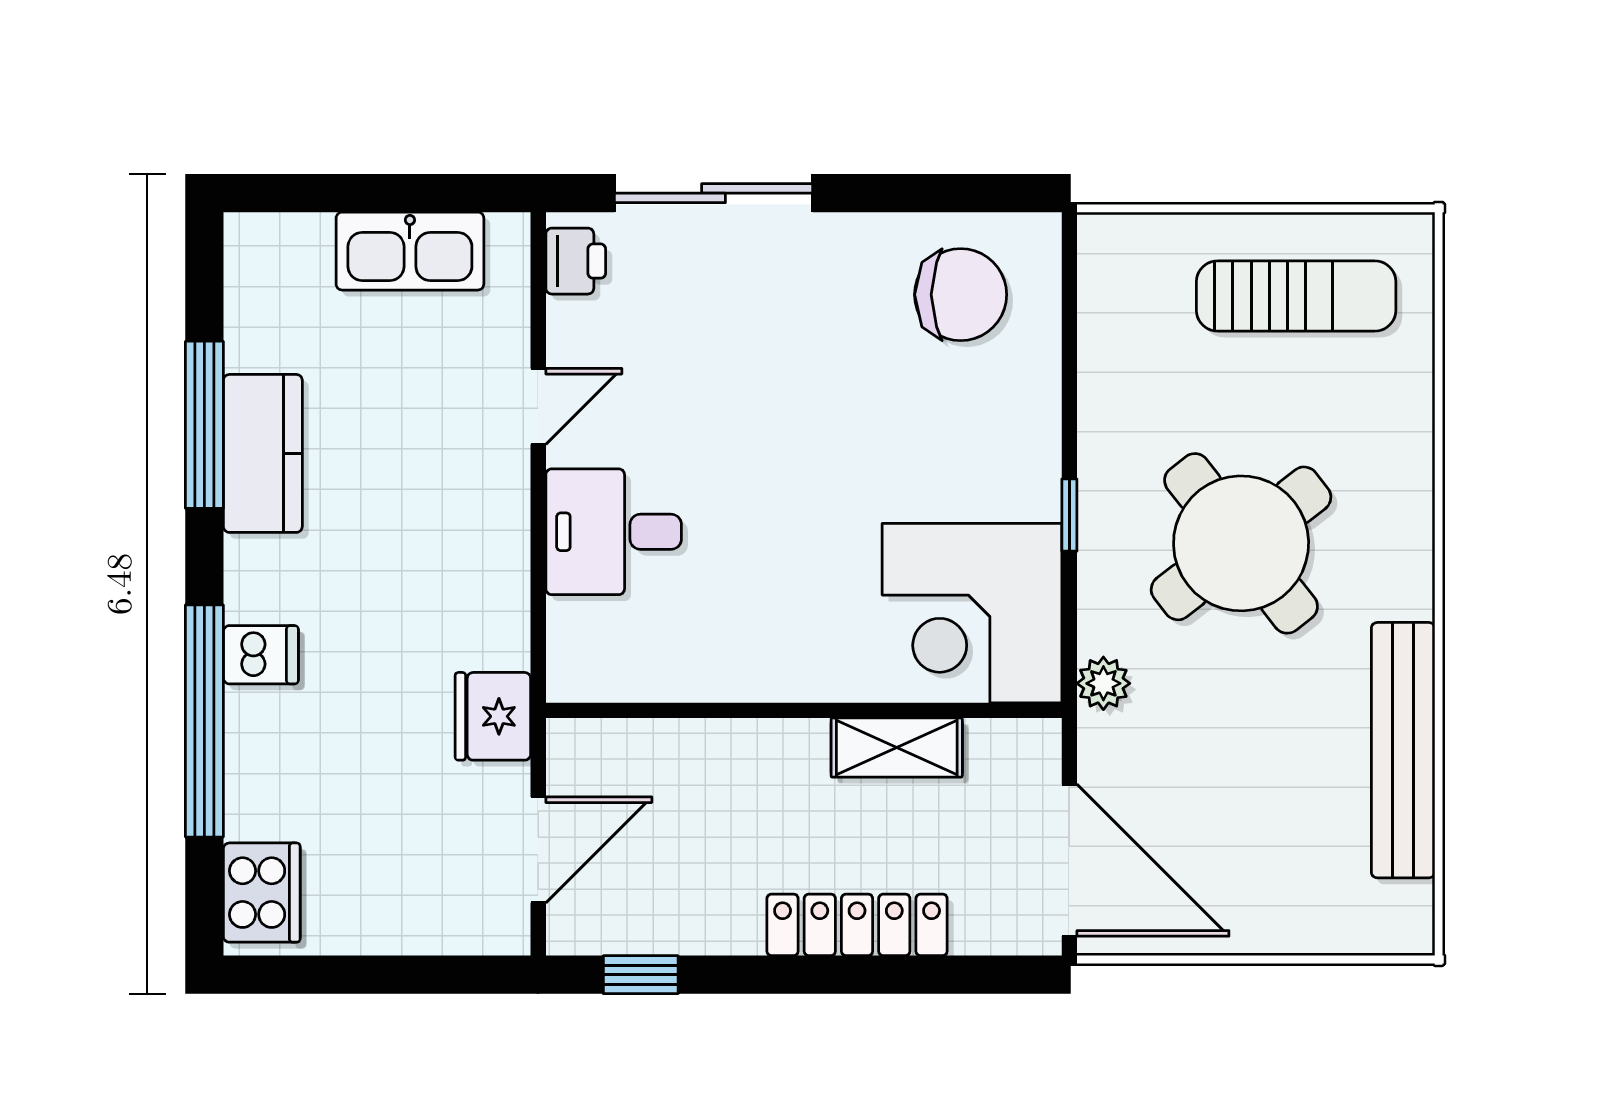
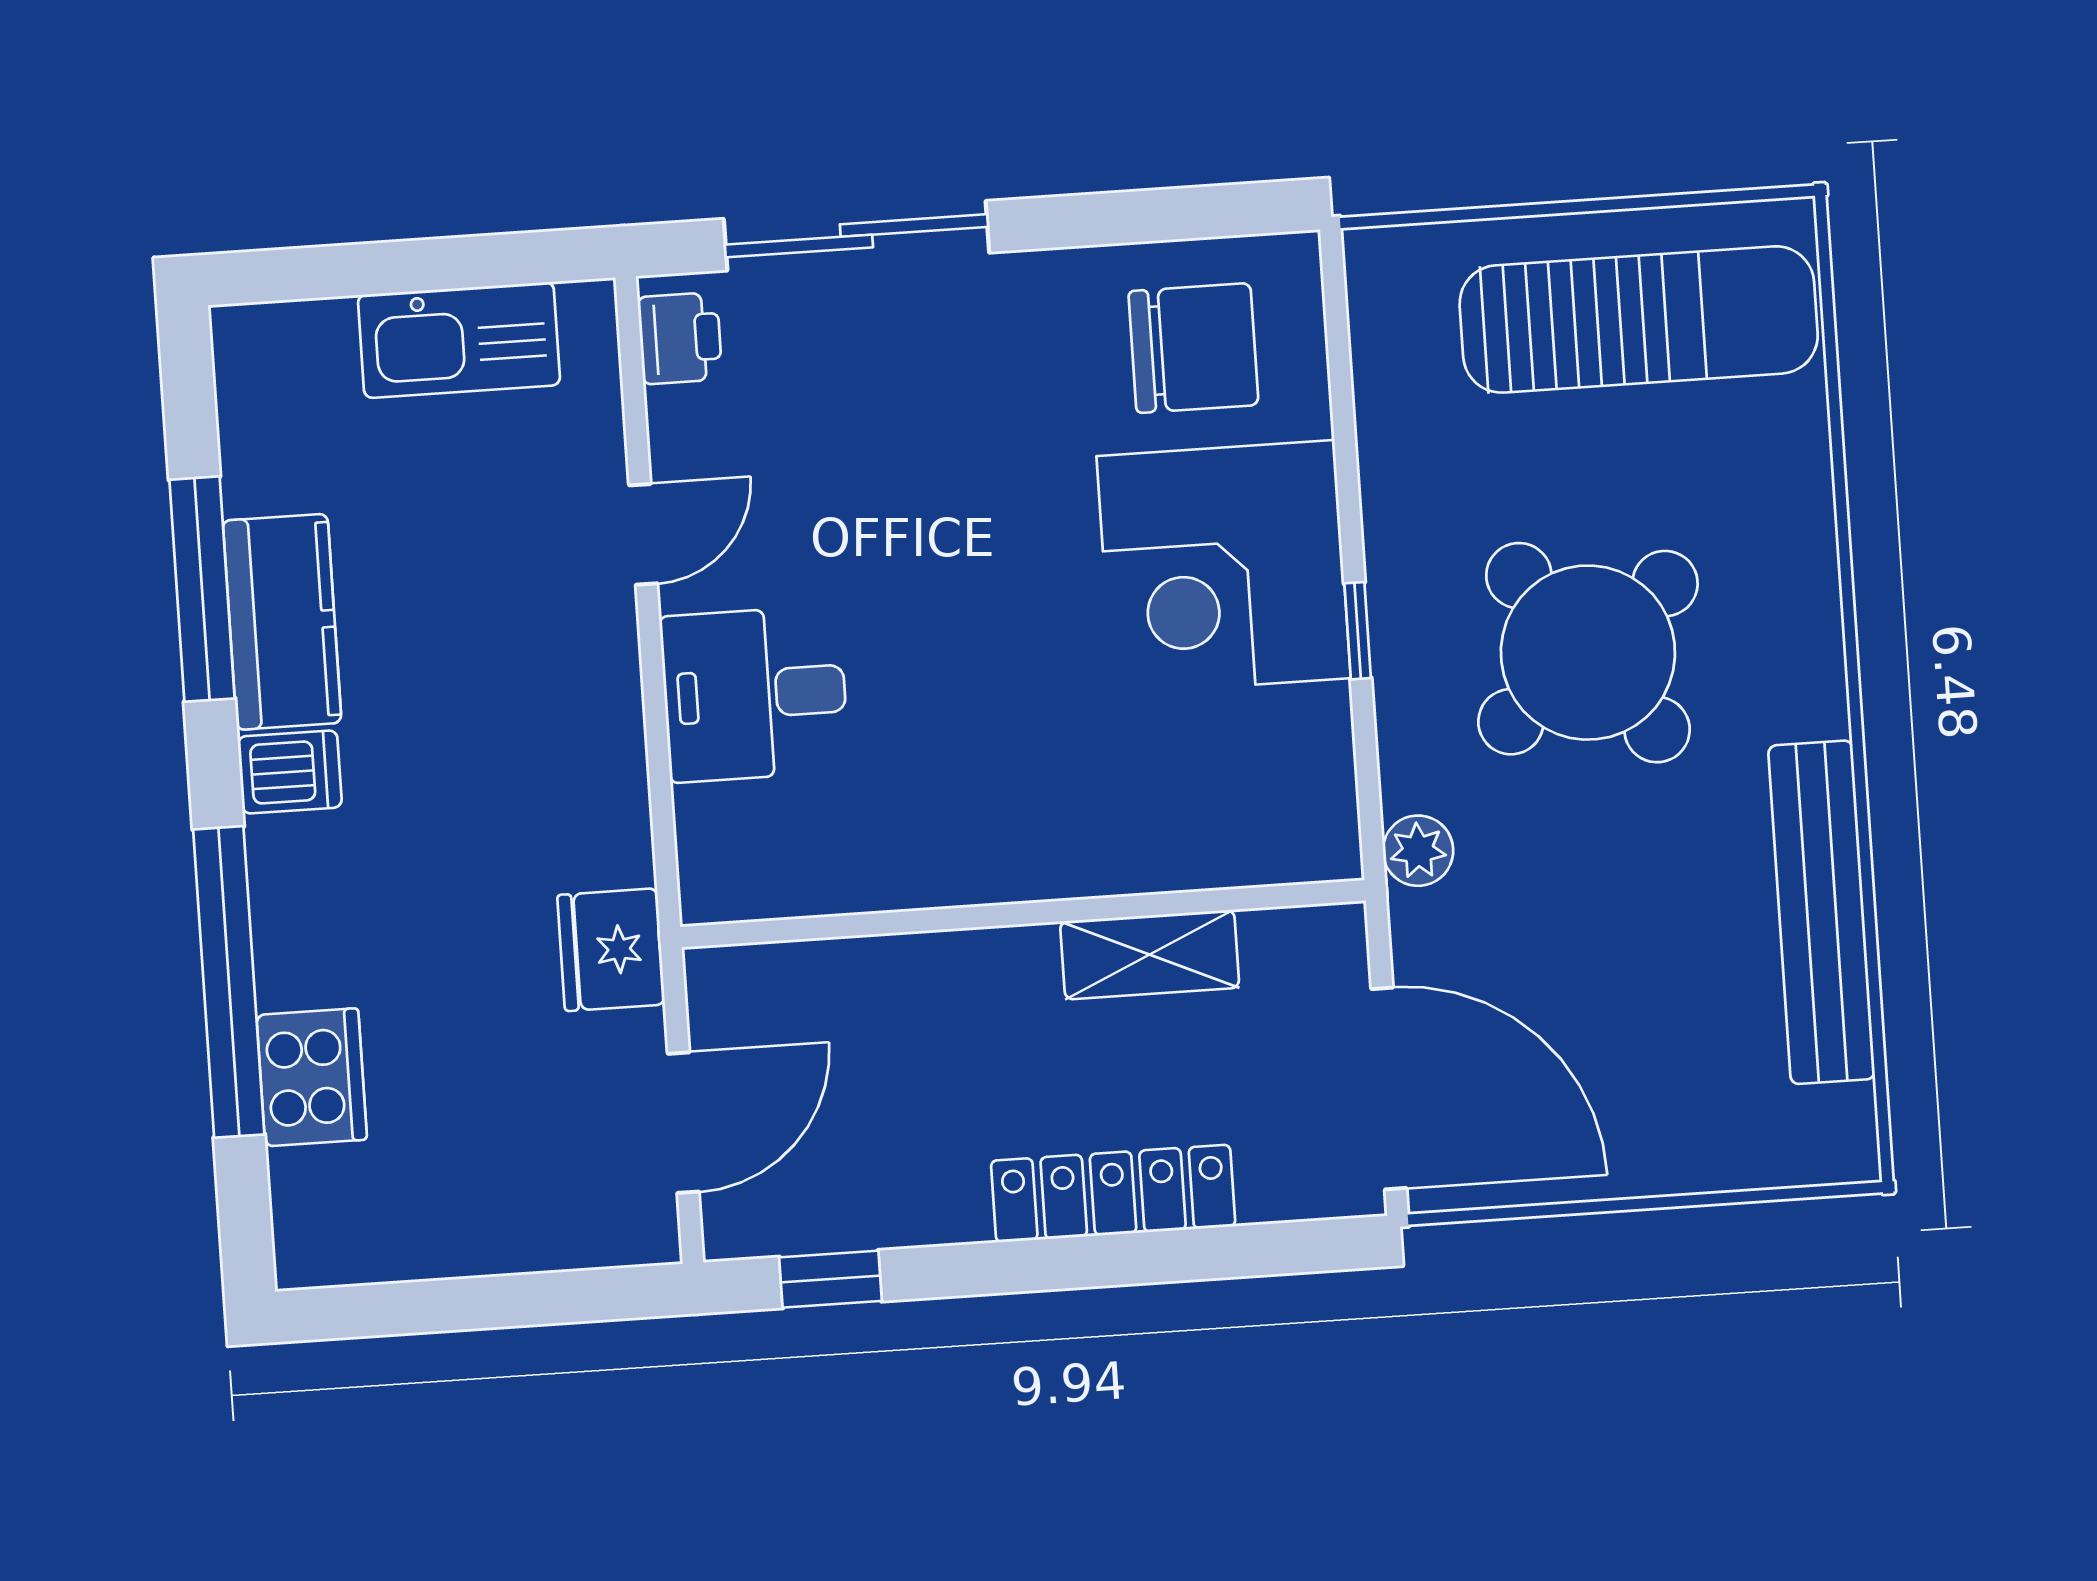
sun lounger: (1296, 296) -> (1639, 319), width x1.36, depth x1.34
corner desk: (972, 613) -> (1224, 567), moved
dishwasher: (261, 655) -> (290, 772), moved
cooker: (262, 893) -> (312, 1077), moved

